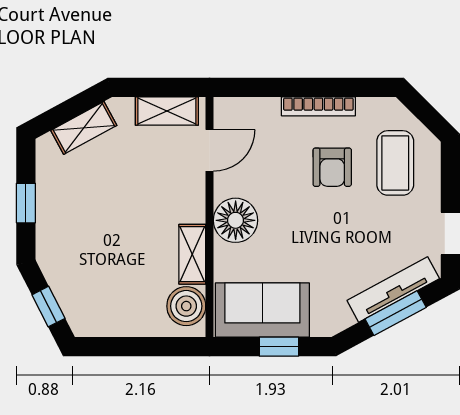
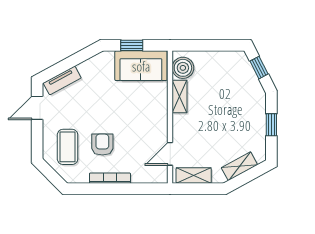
floor lamp: (236, 220) -> (156, 115), removed
tv unit: (393, 289) -> (62, 80), width x0.71
window: (396, 313) -> (67, 64), removed

